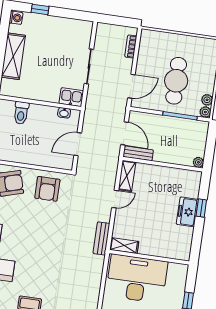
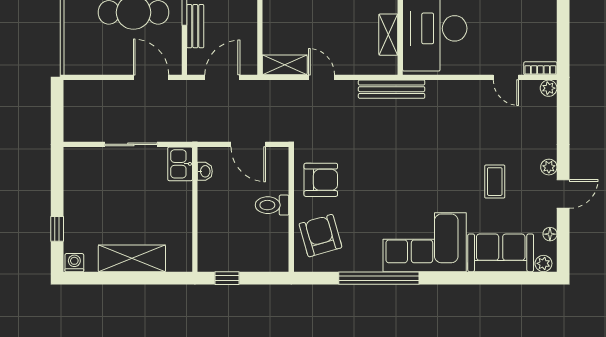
bookcase: (131, 46) -> (92, 87), removed
toilet: (21, 113) -> (272, 205), moved, turned 180
bench: (138, 153) -> (195, 26), moved
bench: (101, 238) -> (392, 89), width x1.36
shelving: (124, 246) -> (388, 35), moved

